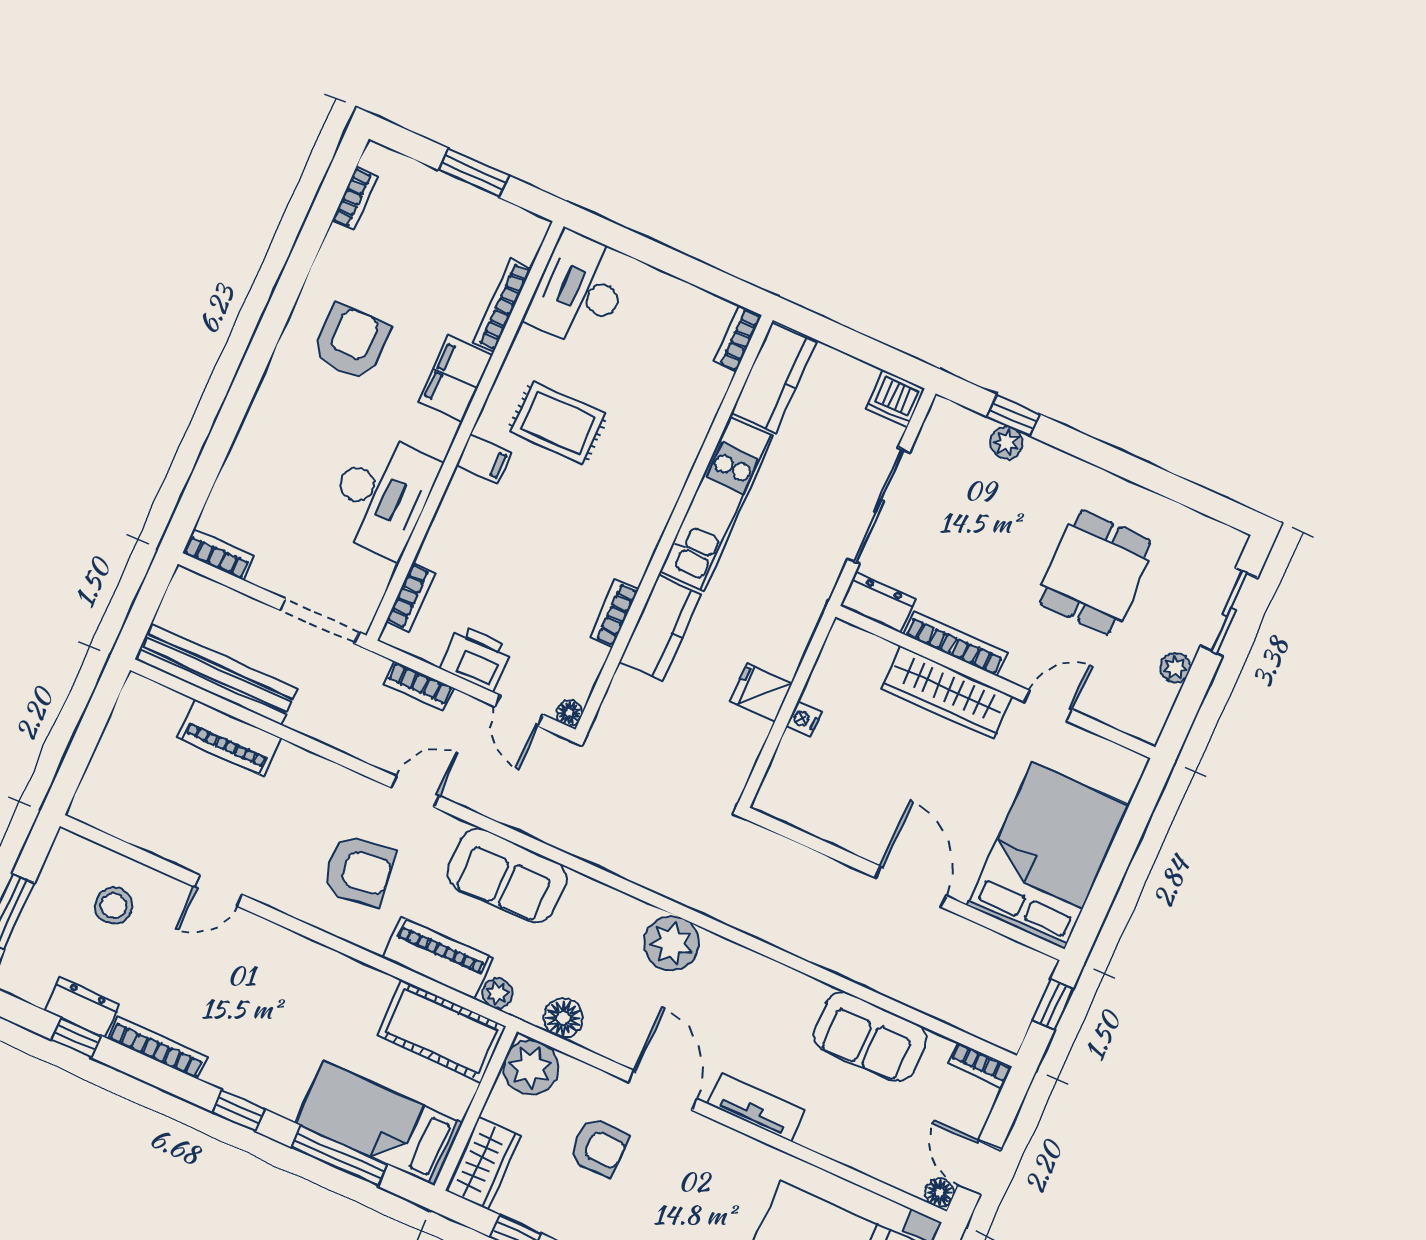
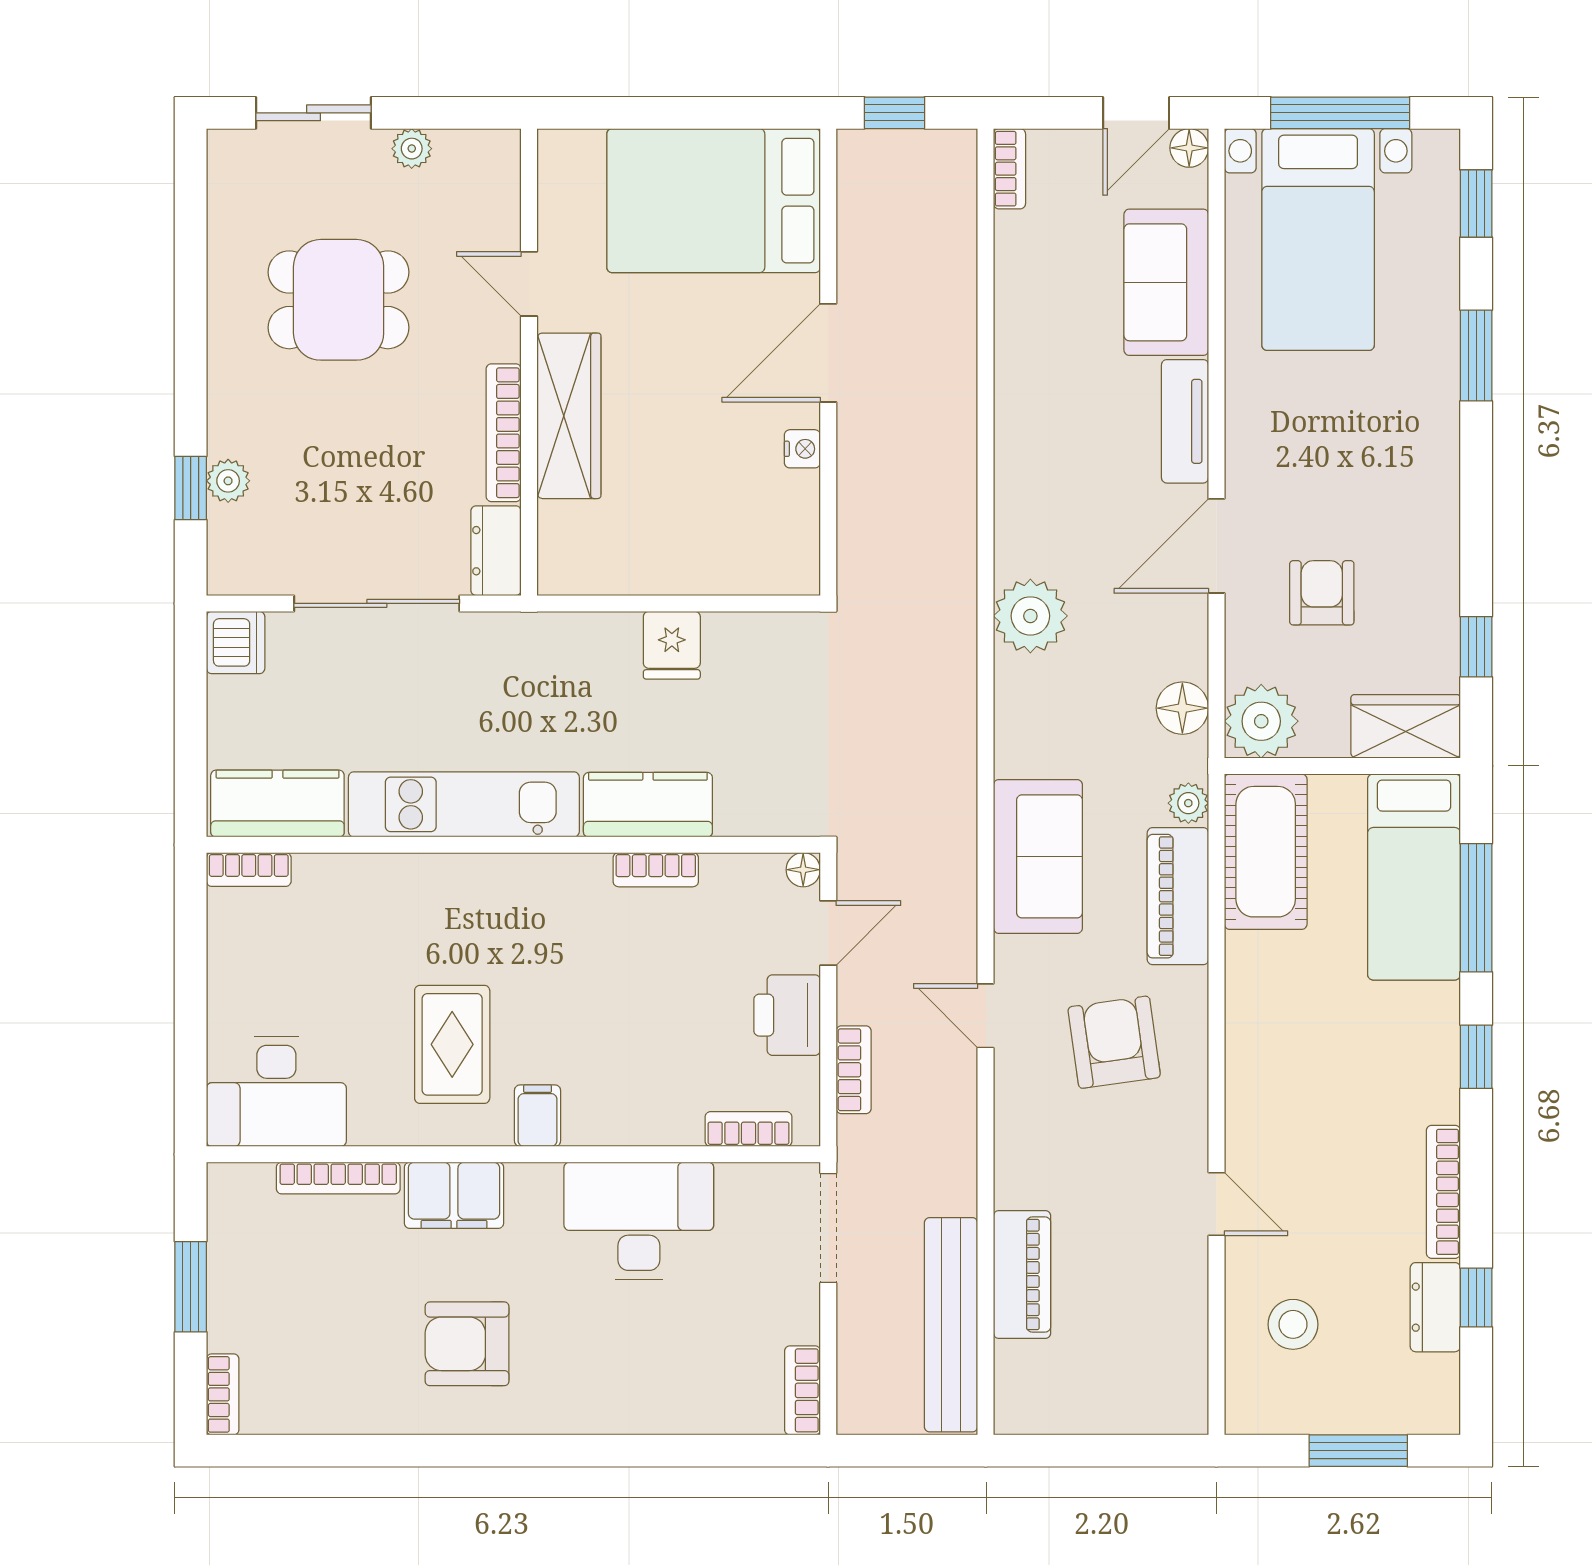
bookcase: (355, 199) -> (223, 1394), moved, turned 90
nightstand: (804, 719) -> (802, 449), moved, turned -90
sofa: (870, 1037) -> (1166, 282), moved, turned 180

